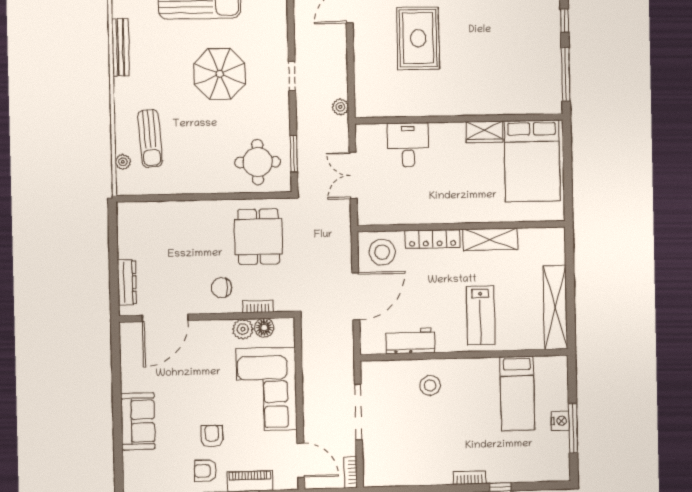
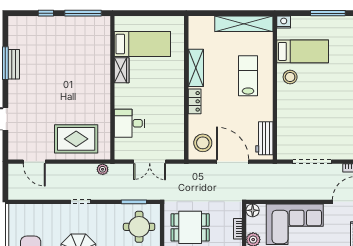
rug: (418, 38) -> (76, 139), moved
bed: (532, 161) -> (142, 44), width x0.67
locker: (433, 239) -> (195, 101), width x0.66
lab bench: (481, 315) -> (248, 76), turned -90
floor lamp: (264, 328) -> (253, 210), moved
workbench: (410, 341) -> (264, 138), moved
stool: (430, 386) -> (290, 77), moved
nightstand: (560, 421) -> (284, 22), moved

